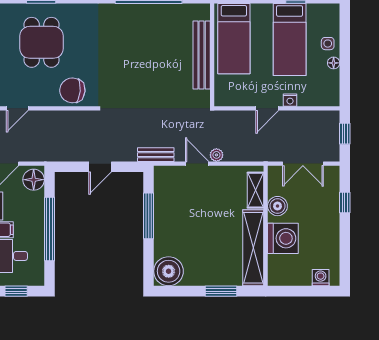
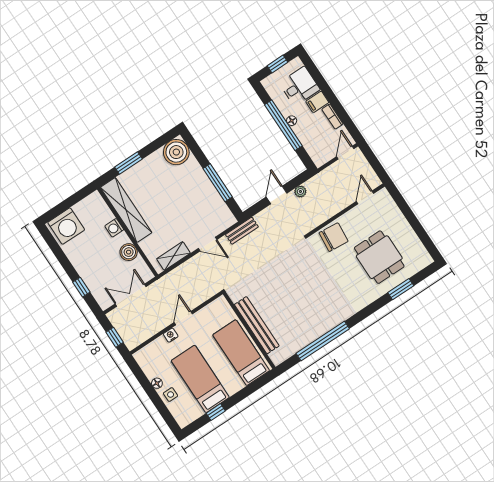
plant: (216, 155) -> (300, 191), moved
floor lamp: (34, 180) -> (292, 121), moved, width x0.53, depth x0.53
shelving: (255, 190) -> (173, 256), moved, turned 90
washing machine: (283, 238) -> (114, 228), width x0.53, depth x0.53
washing machine: (321, 278) -> (66, 226), width x1.89, depth x1.89

